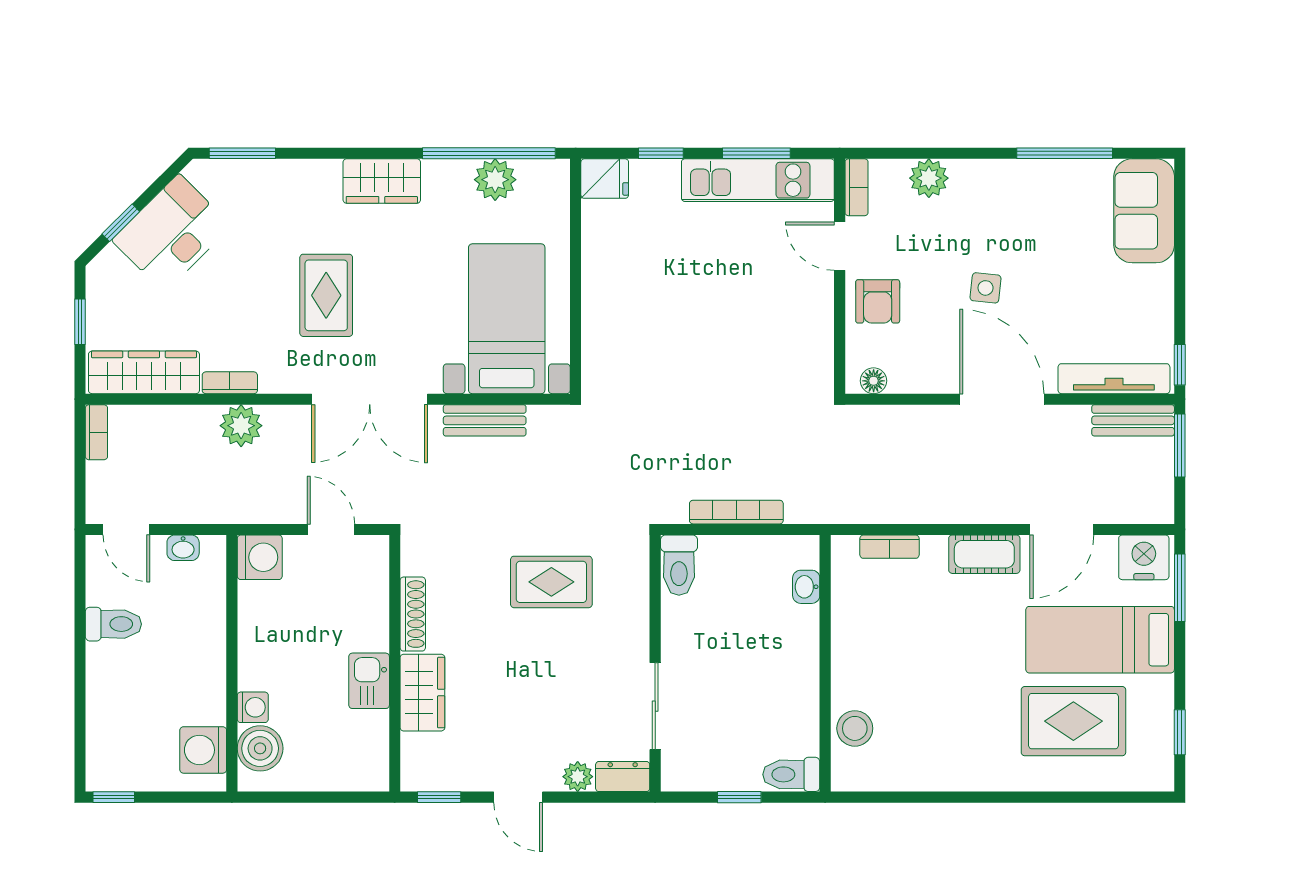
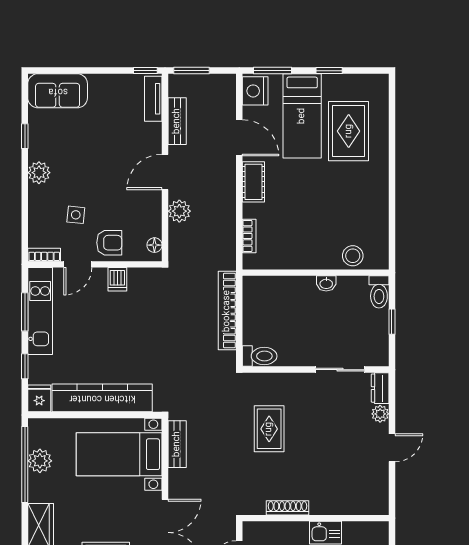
window: (1065, 153) -> (25, 136), width x0.46
plant: (929, 178) -> (39, 173), moved
side table: (986, 288) -> (76, 215), moved
kitchen counter: (605, 289) -> (102, 398), added
dishwasher: (813, 316) -> (117, 279), added
tv unit: (1114, 379) -> (153, 99), width x0.71
door: (1002, 399) -> (165, 172), width x0.73
bench: (485, 420) -> (177, 444), moved
bench: (1133, 420) -> (177, 121), moved
plant: (933, 424) -> (179, 211), added
bookcase: (736, 512) -> (227, 311), width x1.48, depth x1.31
washbasin: (806, 587) -> (326, 283), moved
wardrobe: (422, 693) -> (332, 502), removed
window: (1180, 732) -> (329, 71), moved
window: (439, 797) -> (392, 493), removed

